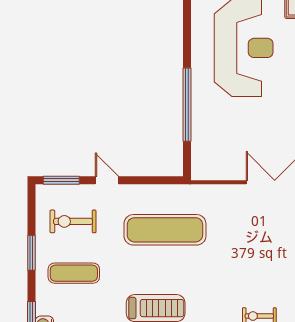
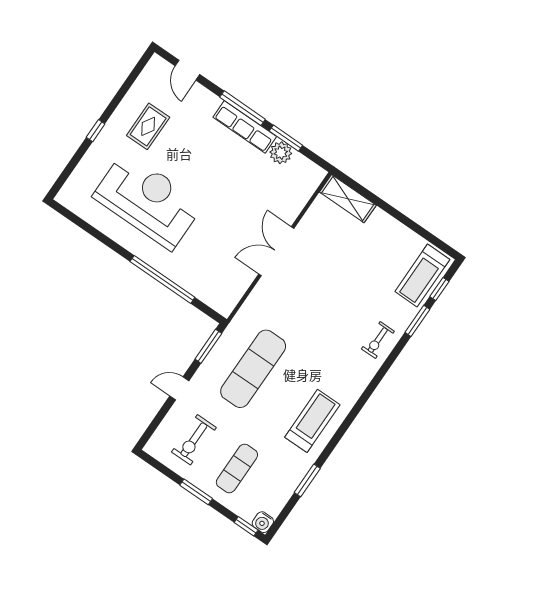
window: (61, 180) -> (208, 346), moved

